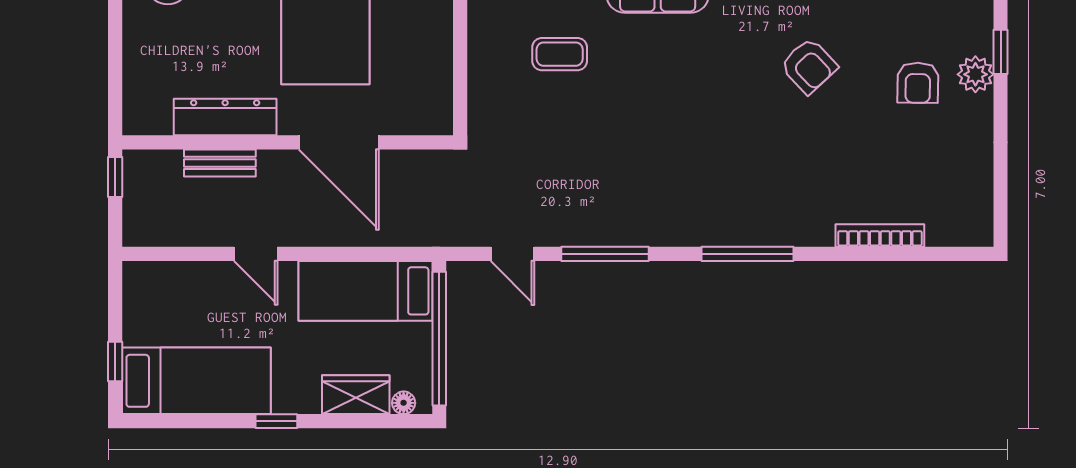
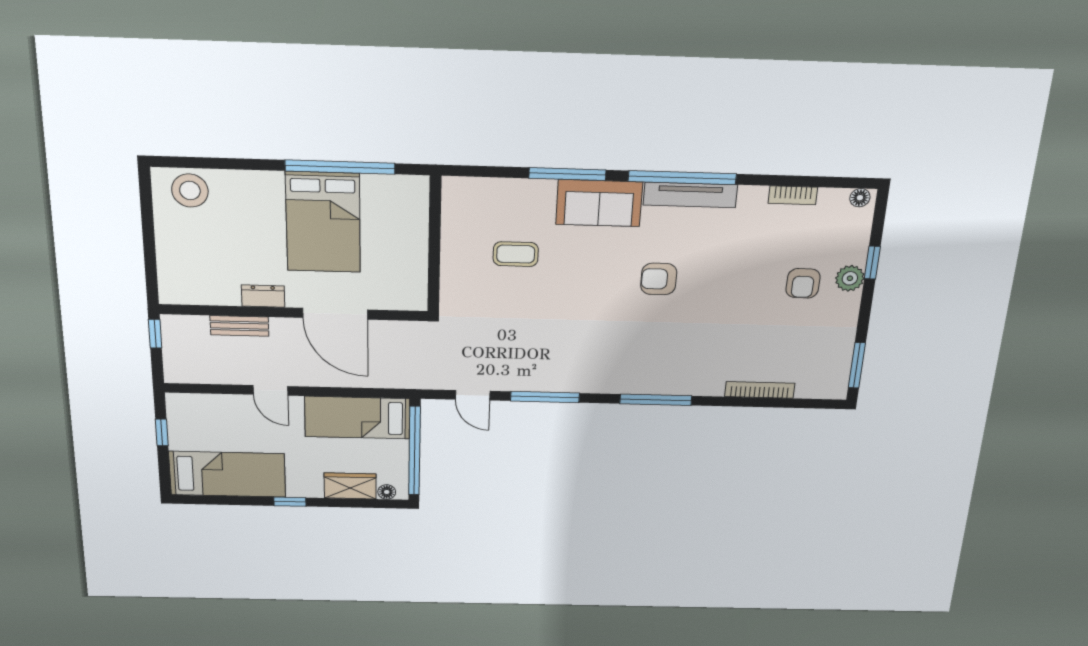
armchair: (809, 66) -> (659, 279), moved, turned 133
dresser: (225, 117) -> (263, 296), width x0.51, depth x0.80
window: (1001, 196) -> (857, 365), added
window: (115, 361) -> (162, 432), moved

